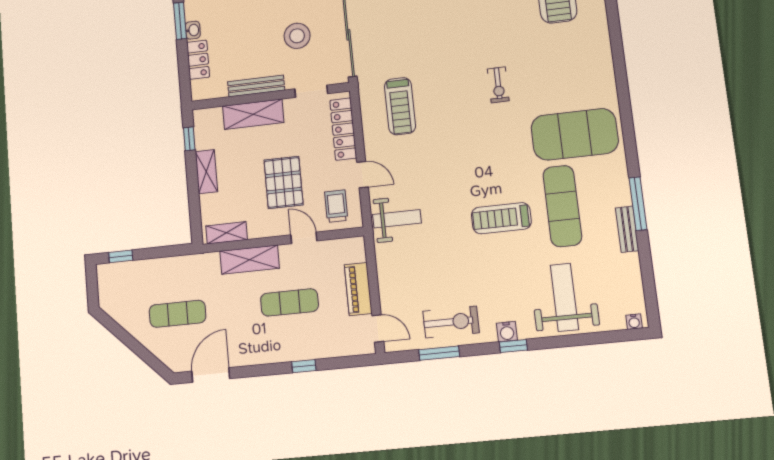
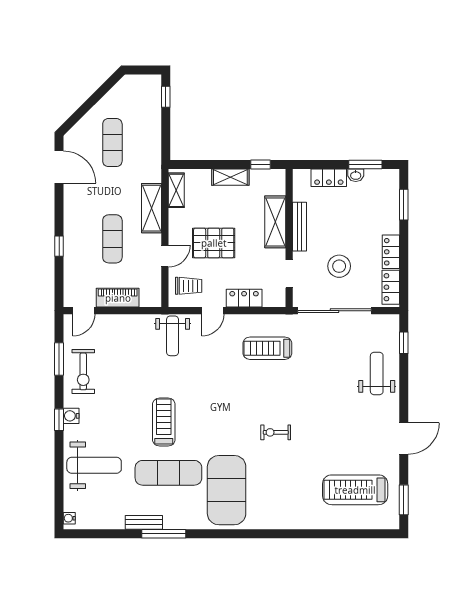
locker: (343, 129) -> (244, 298), width x0.66

